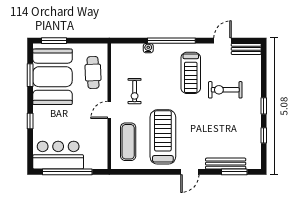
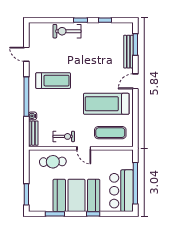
bench: (246, 49) -> (33, 133), moved
booth: (52, 77) -> (76, 195), moved
exercise bike: (225, 90) -> (67, 31), moved, turned 90
exercise bike: (135, 91) -> (64, 136), moved
door: (190, 172) -> (135, 81), swing flipped

